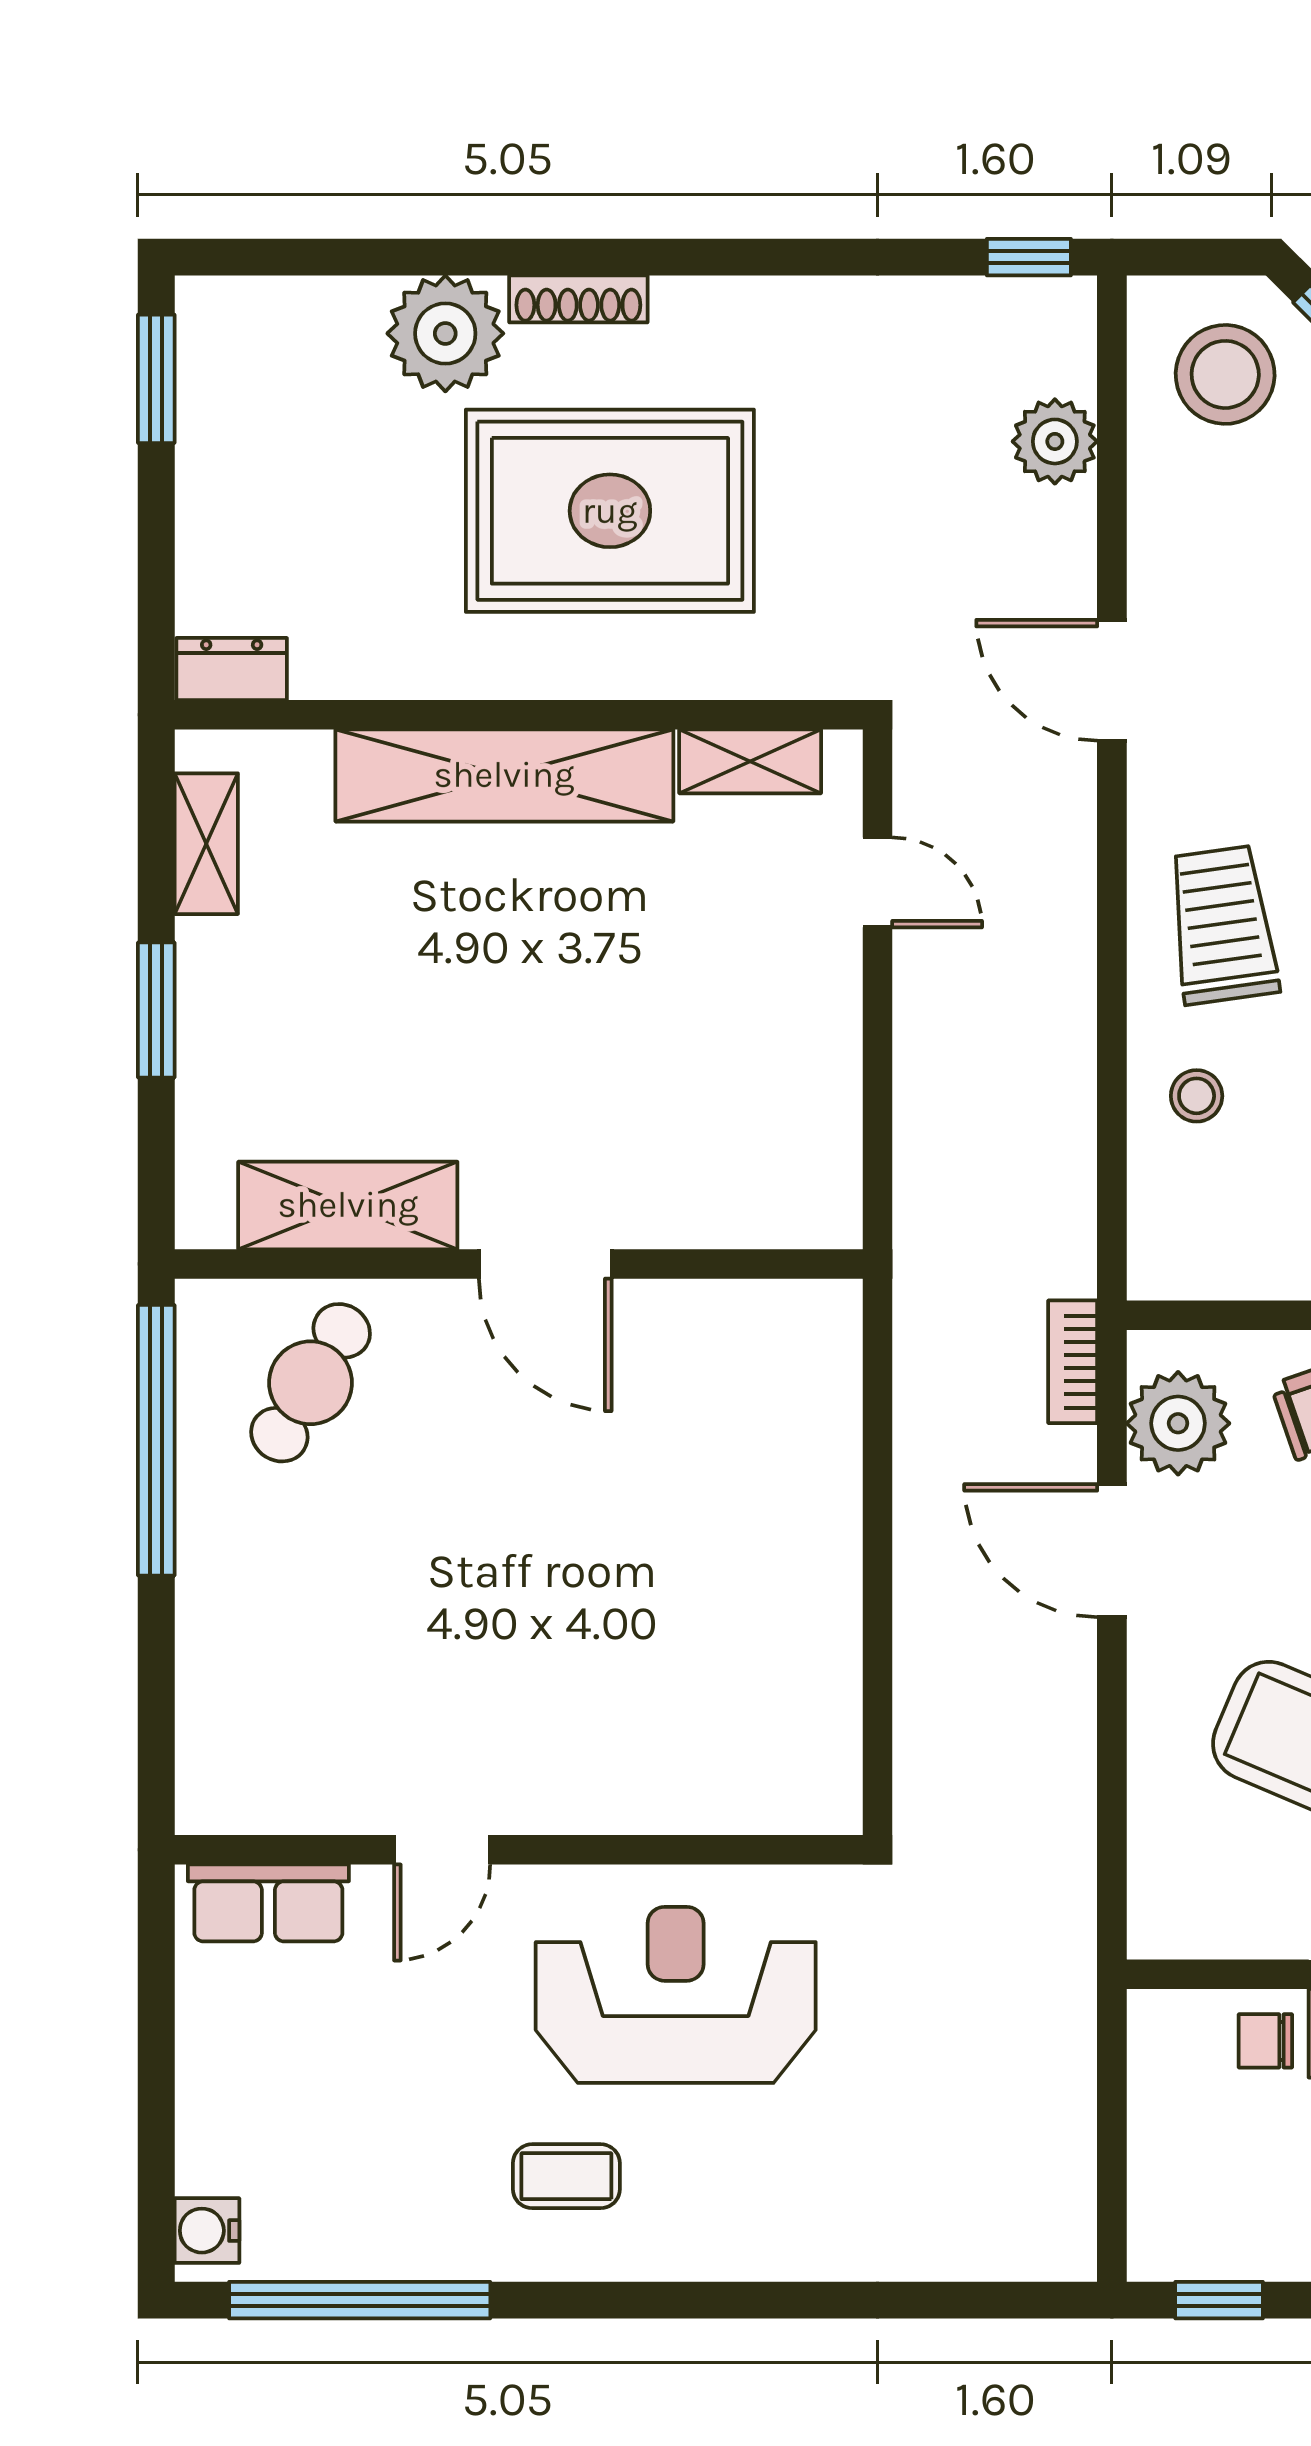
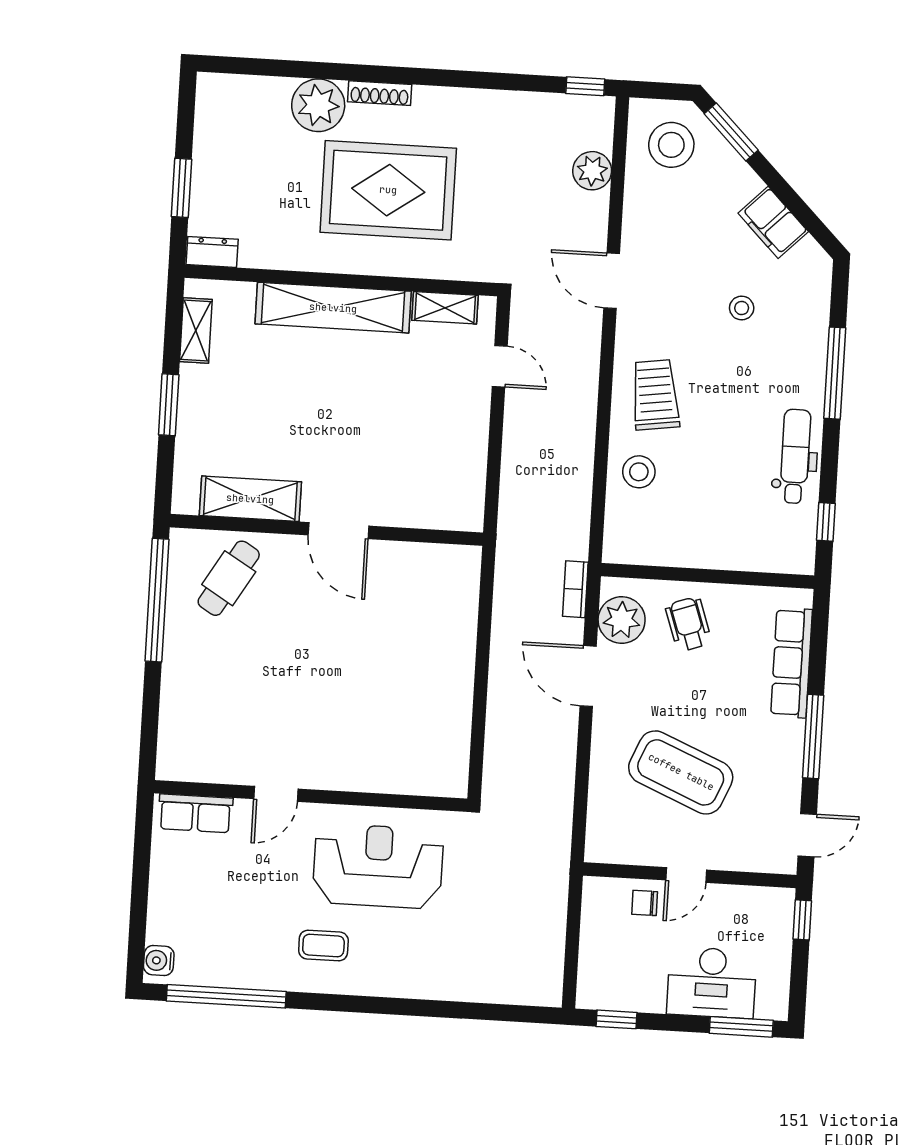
window: (156, 379) -> (182, 188), moved
stool: (1197, 1096) -> (639, 472), width x1.37, depth x1.37

